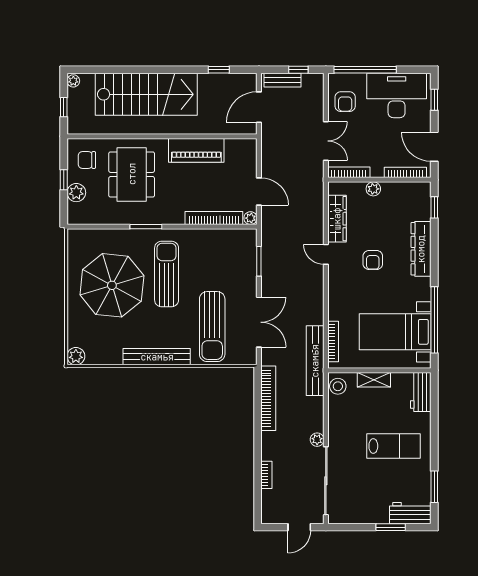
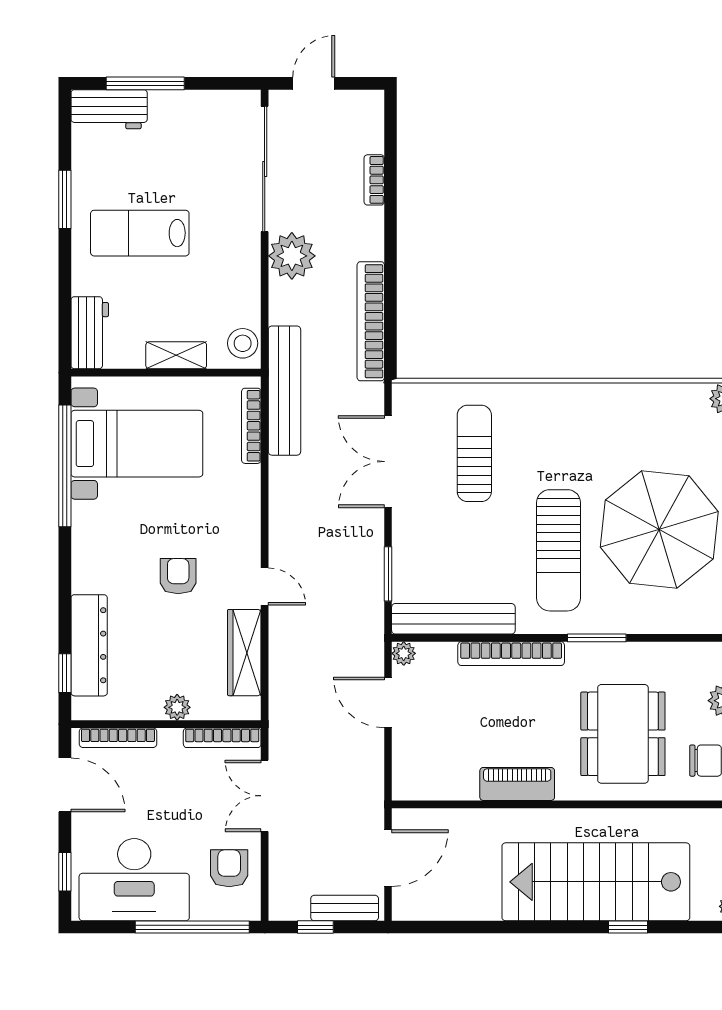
window: (219, 70) -> (628, 927), moved
piano: (196, 150) -> (517, 784), width x0.73, depth x0.75
bookcase: (214, 218) -> (511, 654), moved
dresser: (421, 249) -> (89, 645), moved
sun lounger: (212, 327) -> (474, 453), width x0.73, depth x0.75
bench: (157, 357) -> (453, 619), moved
plant: (317, 440) -> (292, 256), width x1.87, depth x1.87
window: (434, 487) -> (65, 199), moved
window: (391, 527) -> (145, 83), width x1.44

